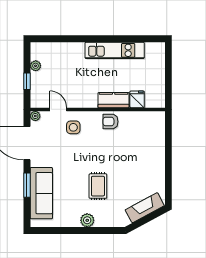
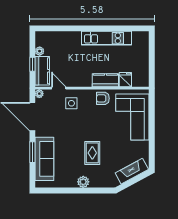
kitchen counter: (39, 89) -> (42, 71), added
corner sofa: (145, 143) -> (132, 117), added

